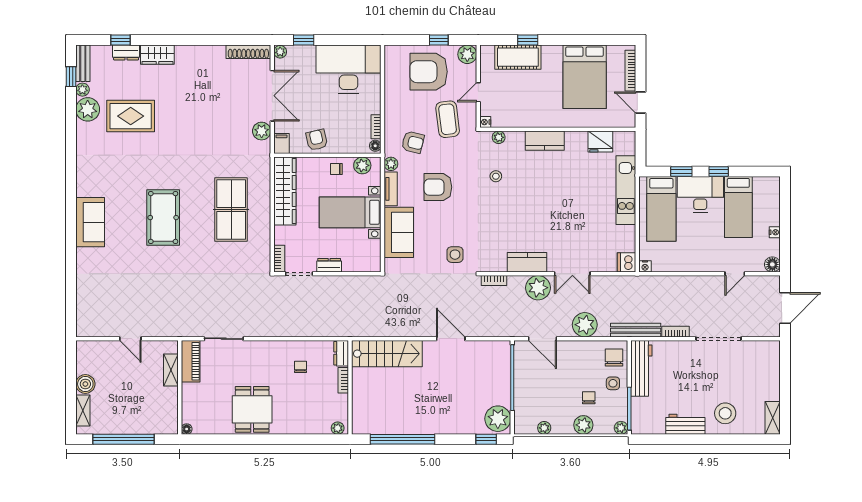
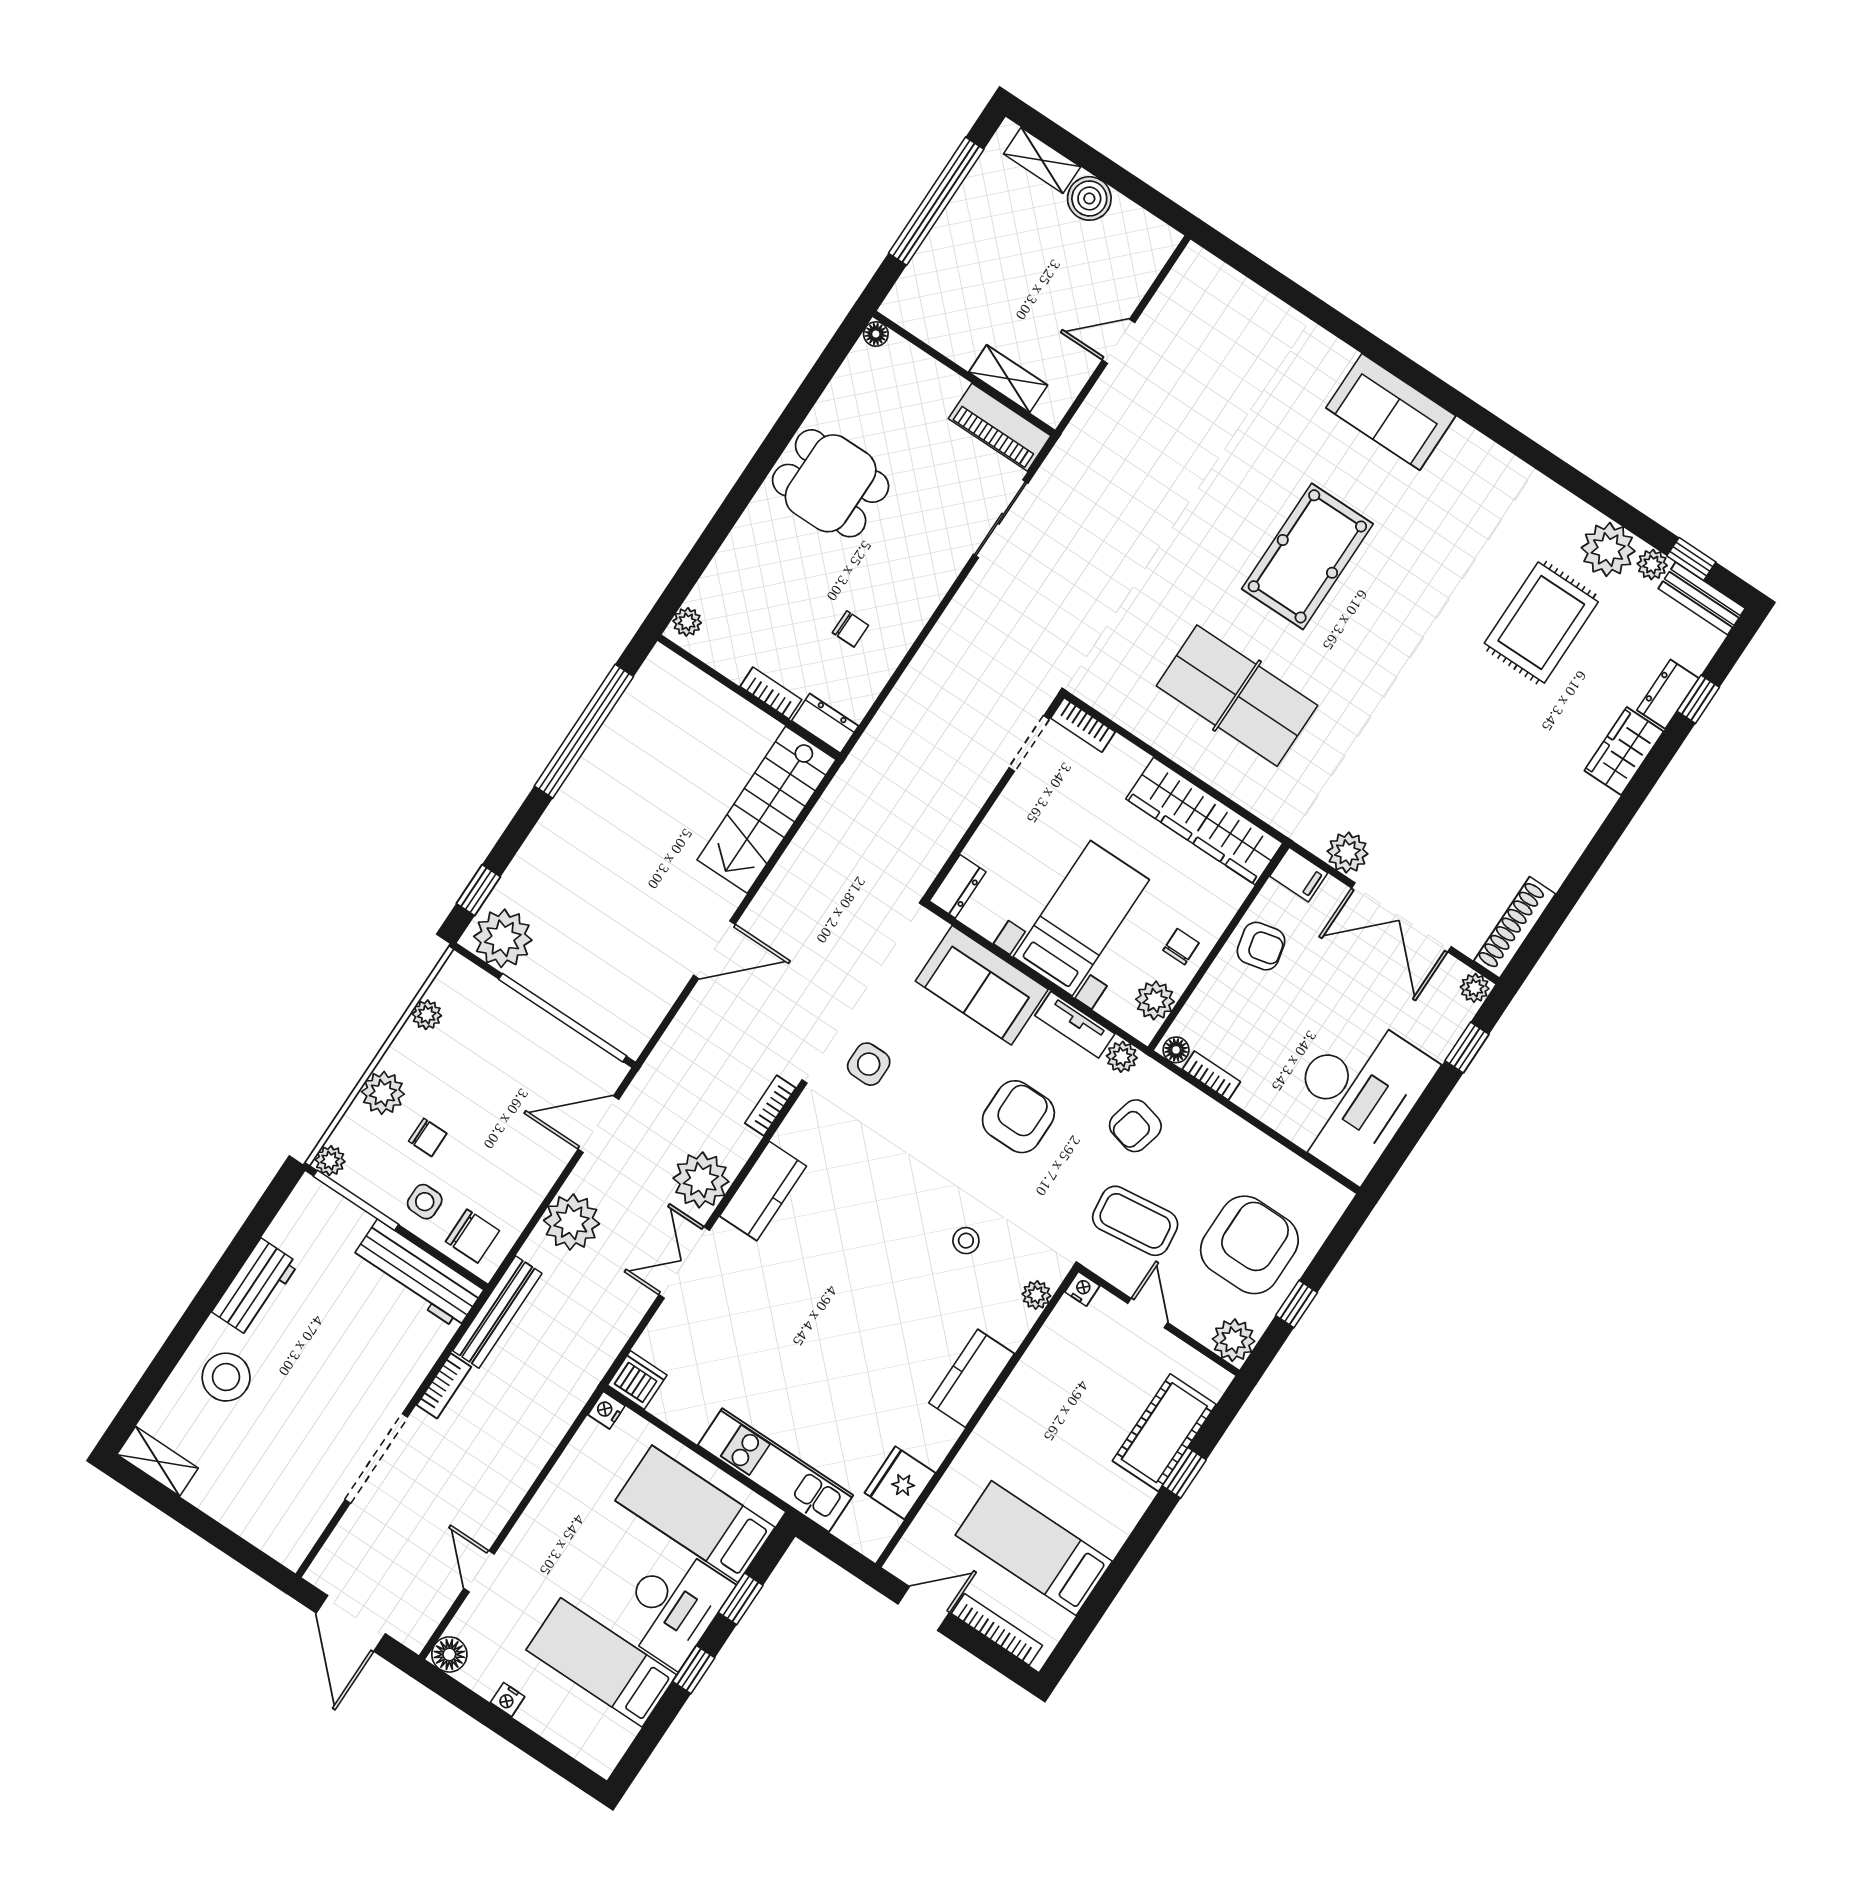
bed: (585, 77) -> (1034, 1548), width x0.67
pool table: (163, 218) -> (1307, 556), turned 90
dresser: (329, 265) -> (957, 886), moved

